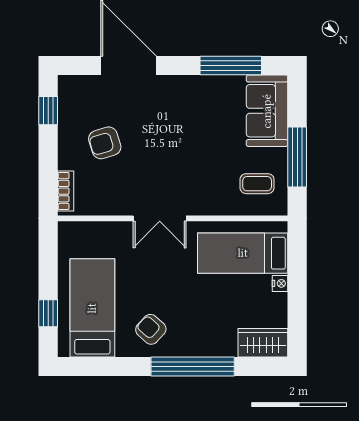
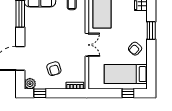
plant: (70, 88) -> (30, 84), added
window: (193, 367) -> (151, 30), width x0.47

